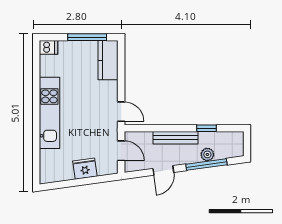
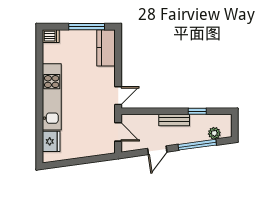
door: (121, 112) -> (118, 96), hinge flipped
bench: (175, 138) -> (174, 120), width x0.73
plant: (207, 154) -> (214, 133), moved
fridge: (85, 169) -> (51, 141), moved, turned 98

